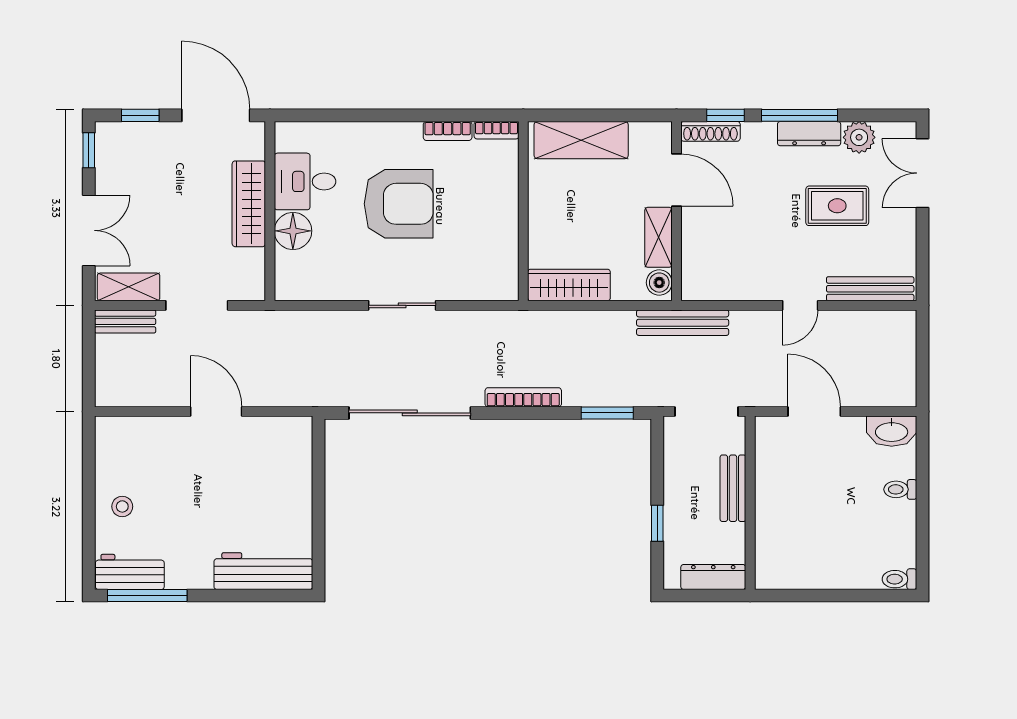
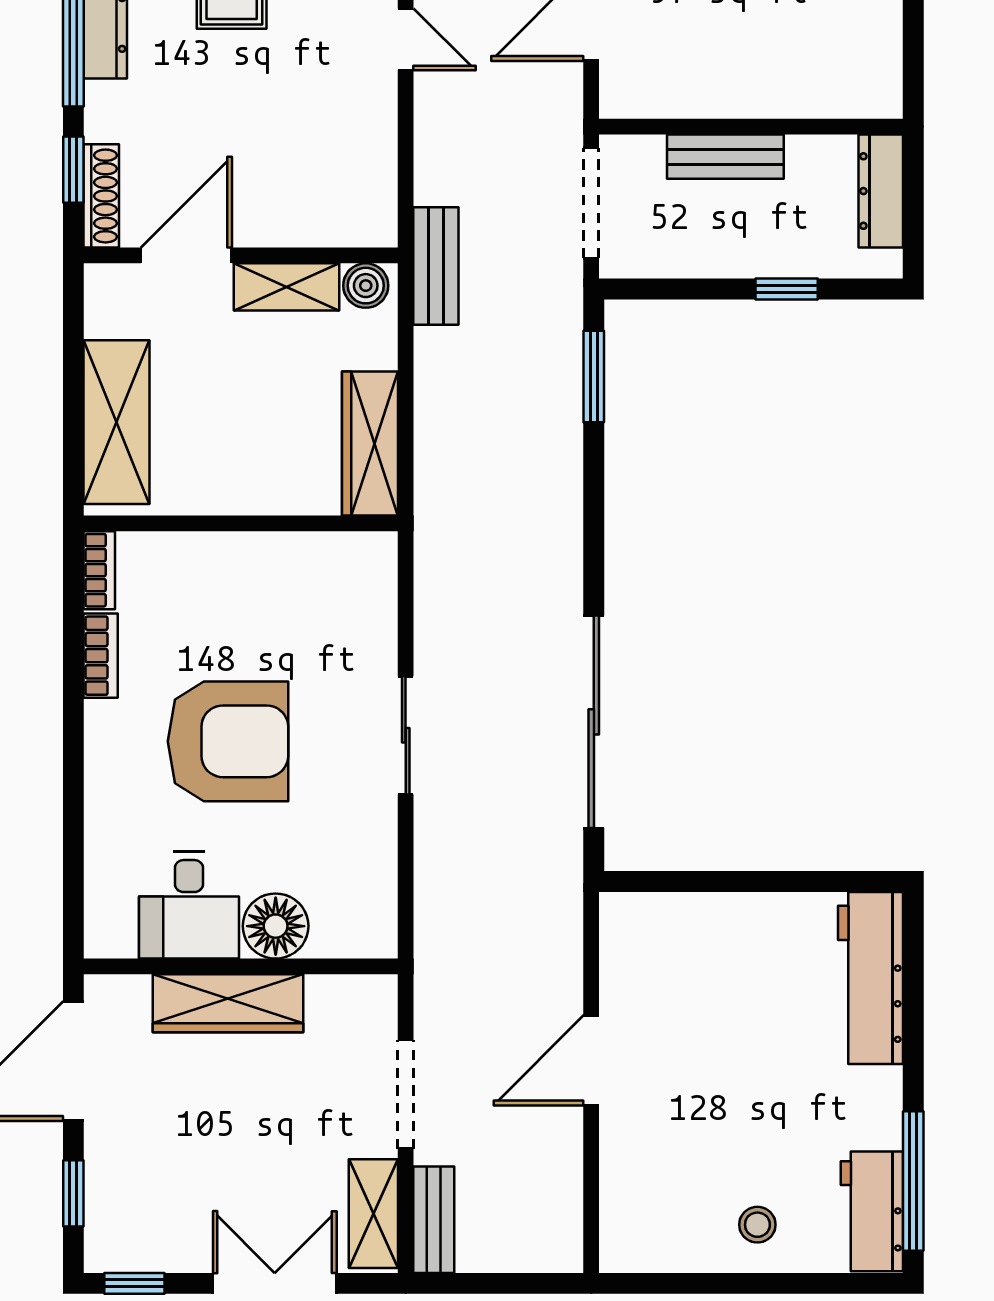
armchair: (399, 204) -> (228, 741), turned 90
bench: (683, 323) -> (436, 266), width x0.73
bookcase: (523, 397) -> (566, 523), removed

